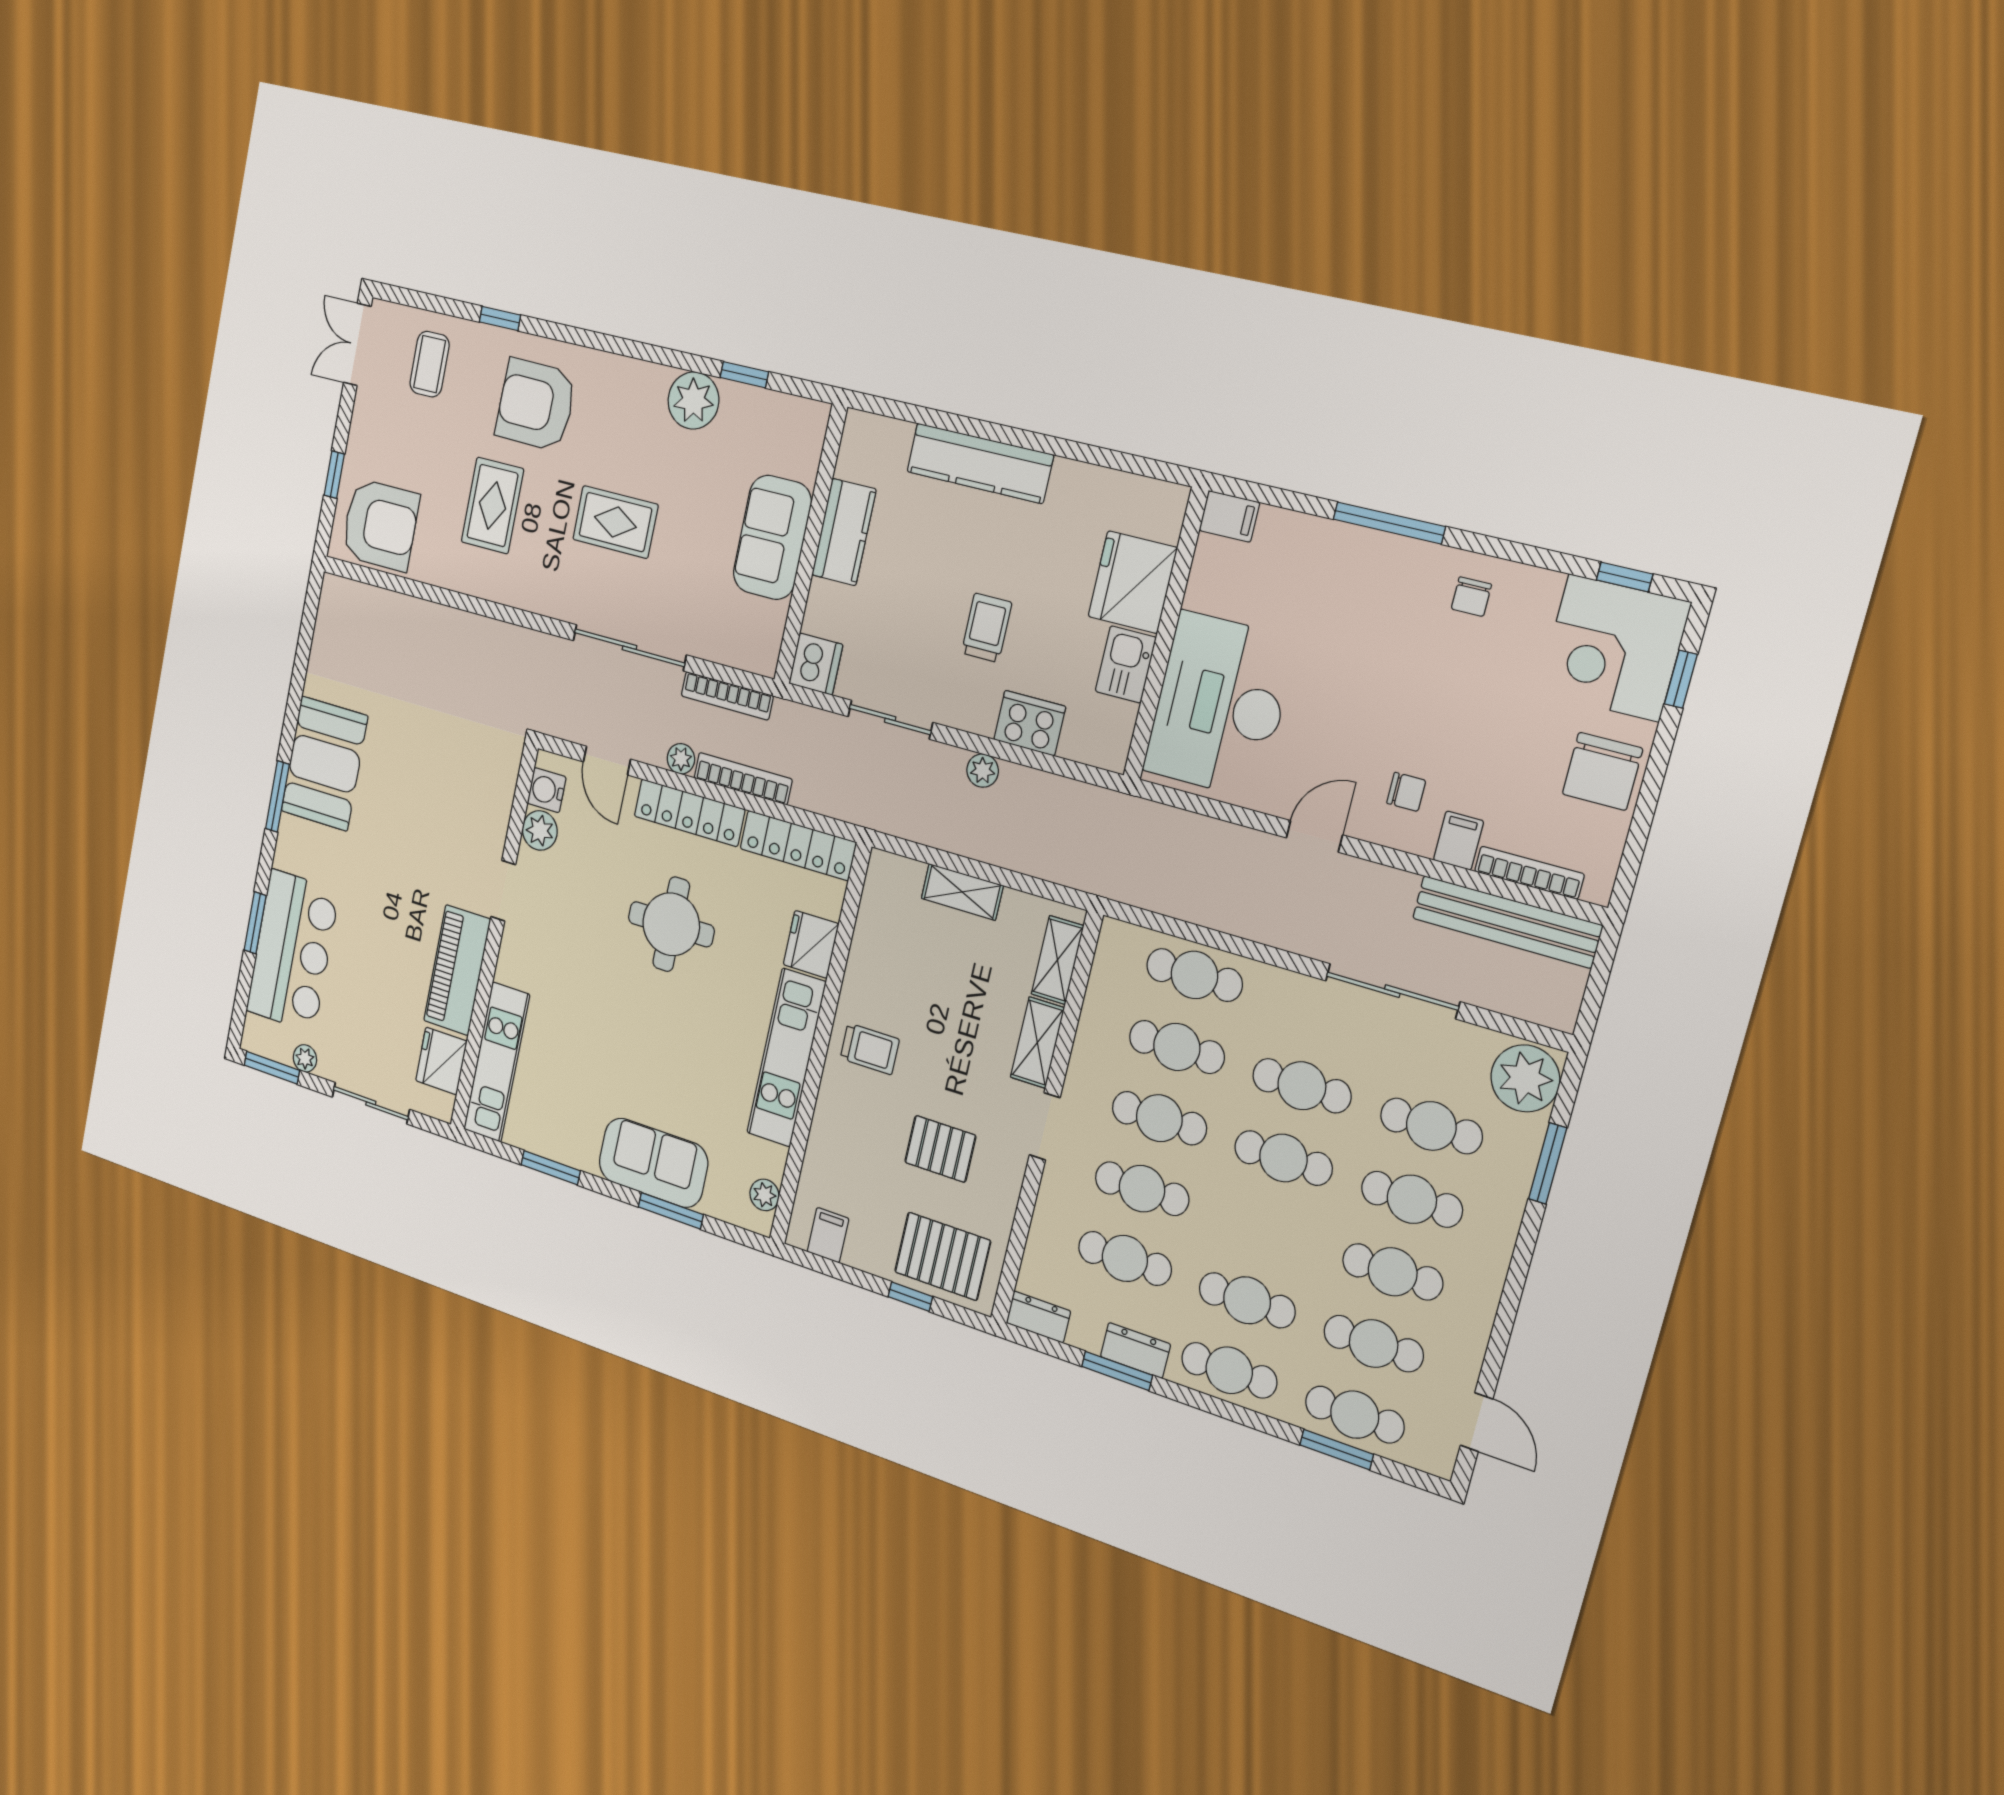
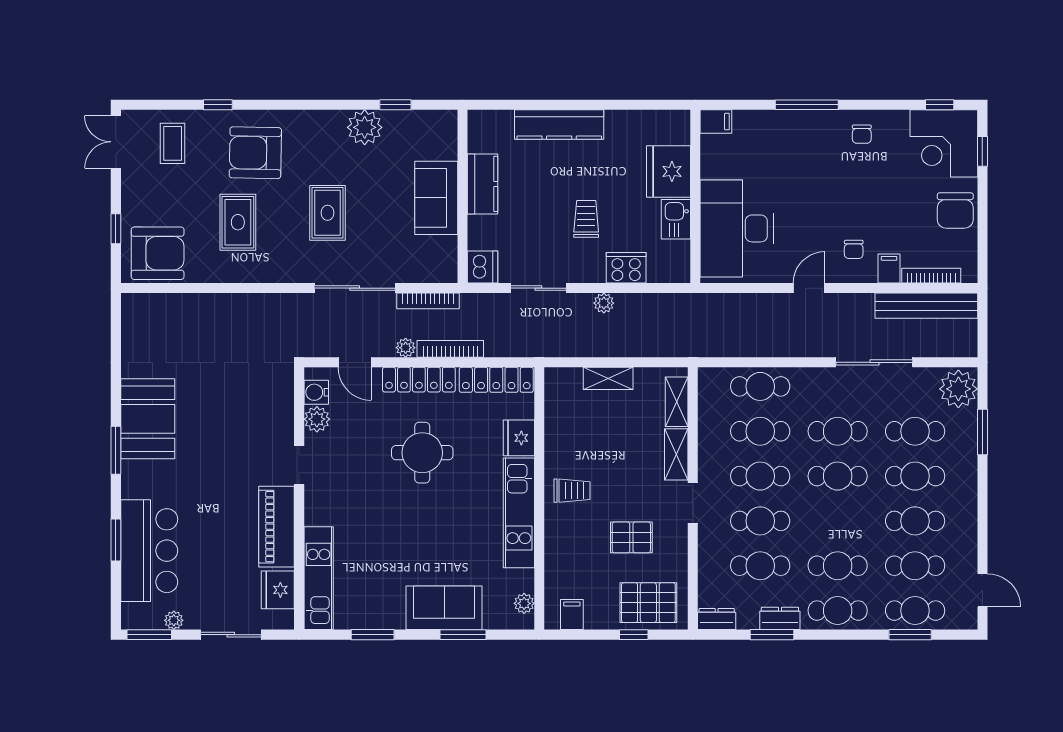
rug: (615, 522) -> (327, 213), turned 90
chair: (1406, 792) -> (854, 249), turned 90

